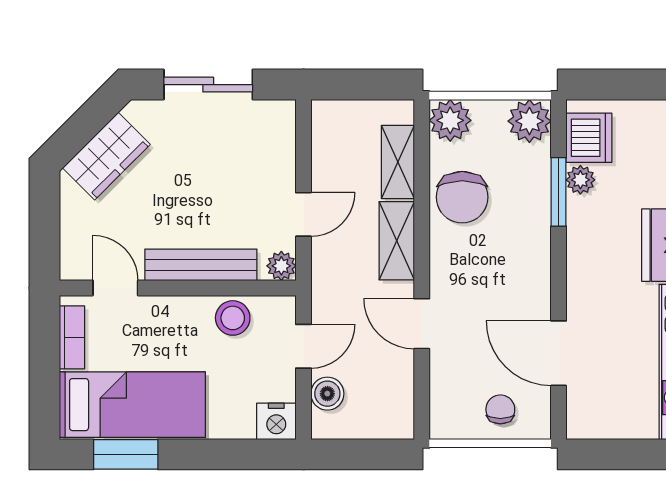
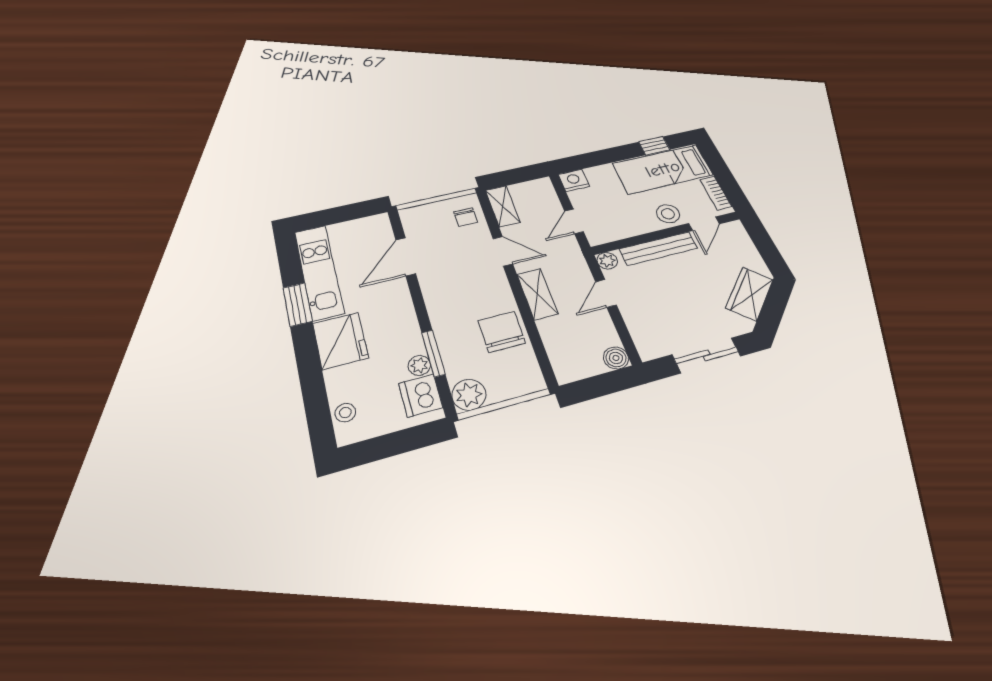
plant: (450, 120) -> (528, 379), removed
shelving: (398, 162) -> (503, 206), moved
door: (115, 288) -> (704, 224), hinge flipped
stool: (233, 318) -> (668, 214), moved
door: (559, 353) -> (406, 257), swing flipped
boiler: (327, 394) -> (616, 358), moved
chair: (500, 409) -> (466, 217), moved
window: (126, 454) -> (654, 146), width x0.67

